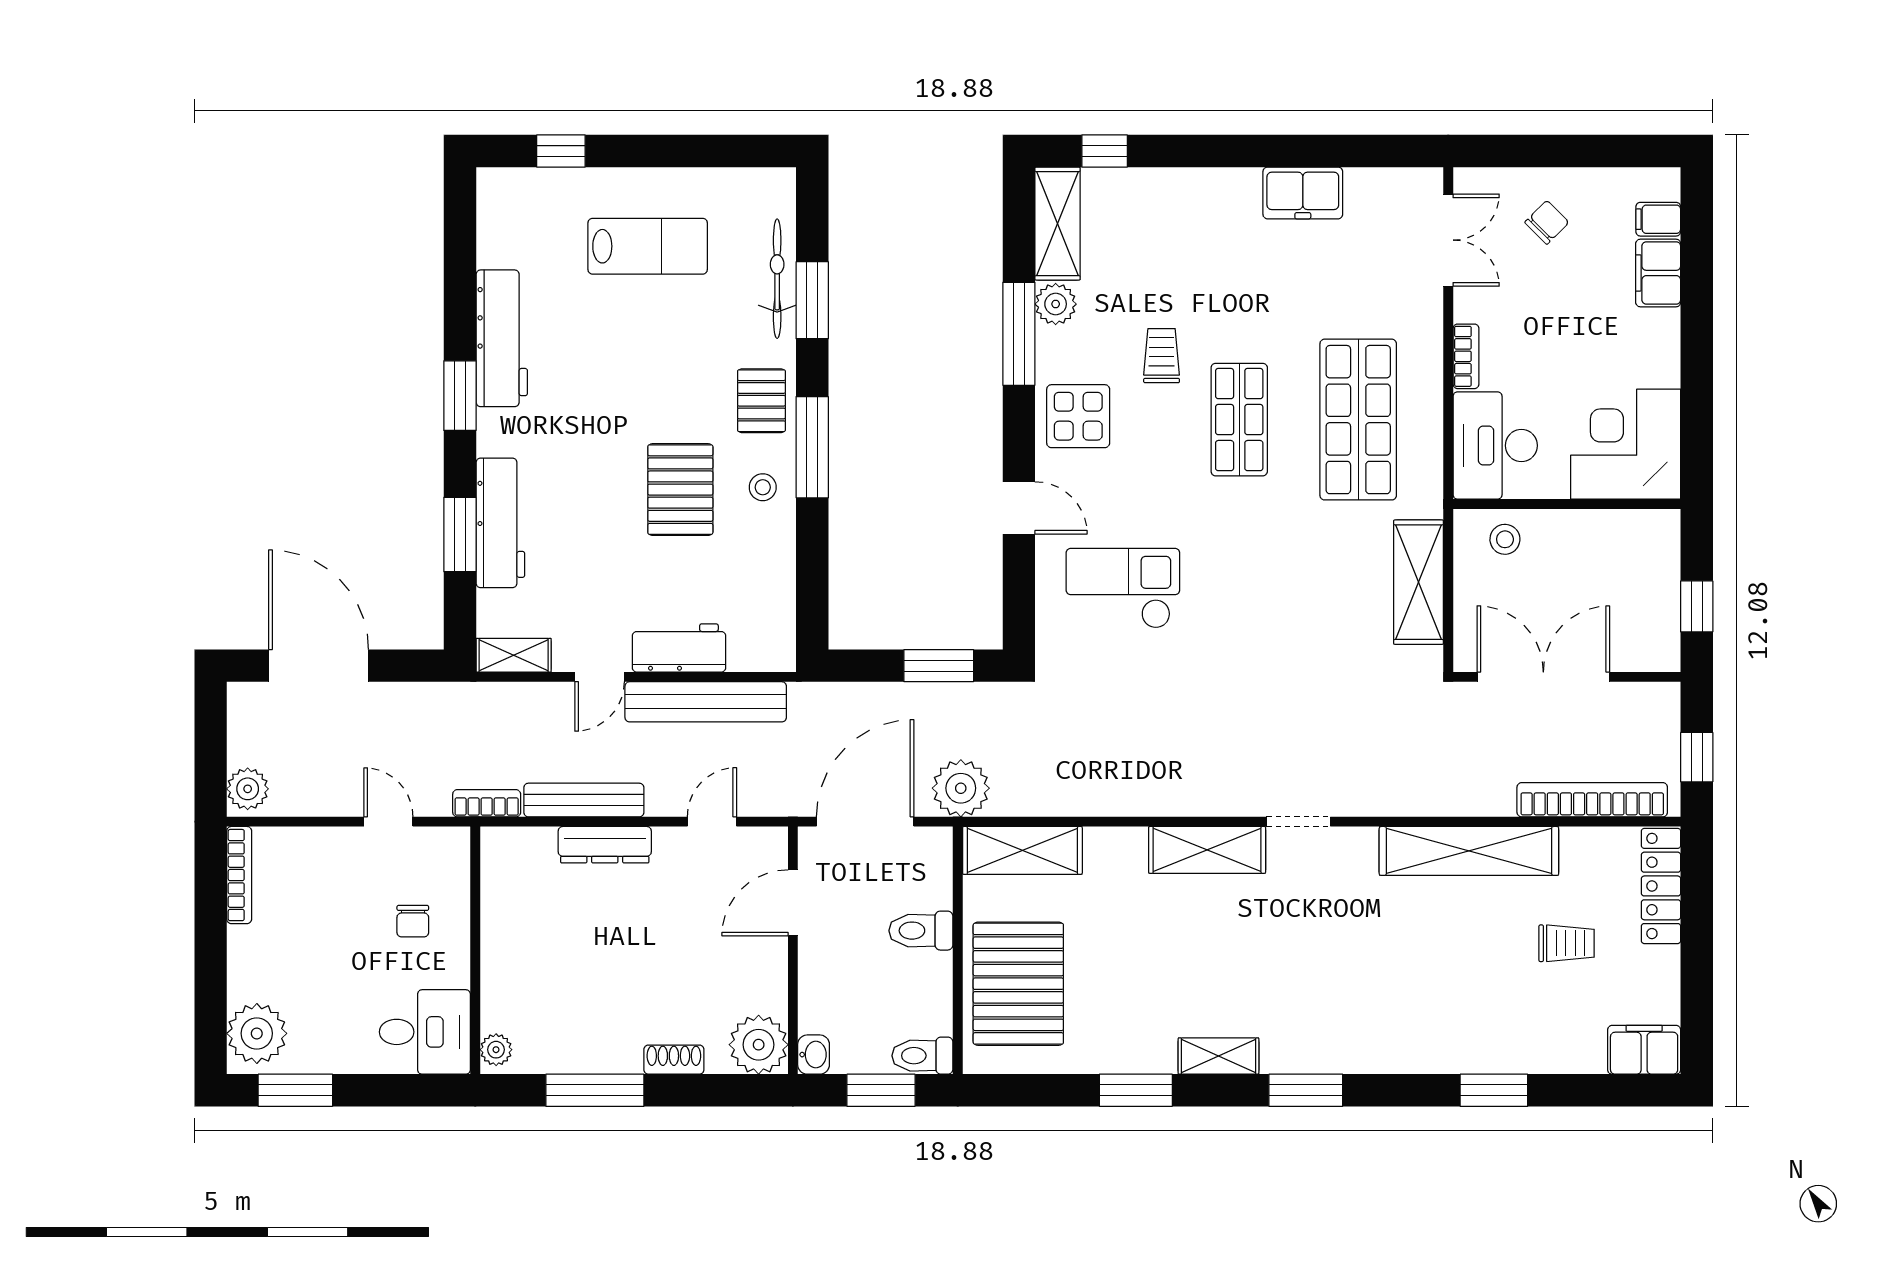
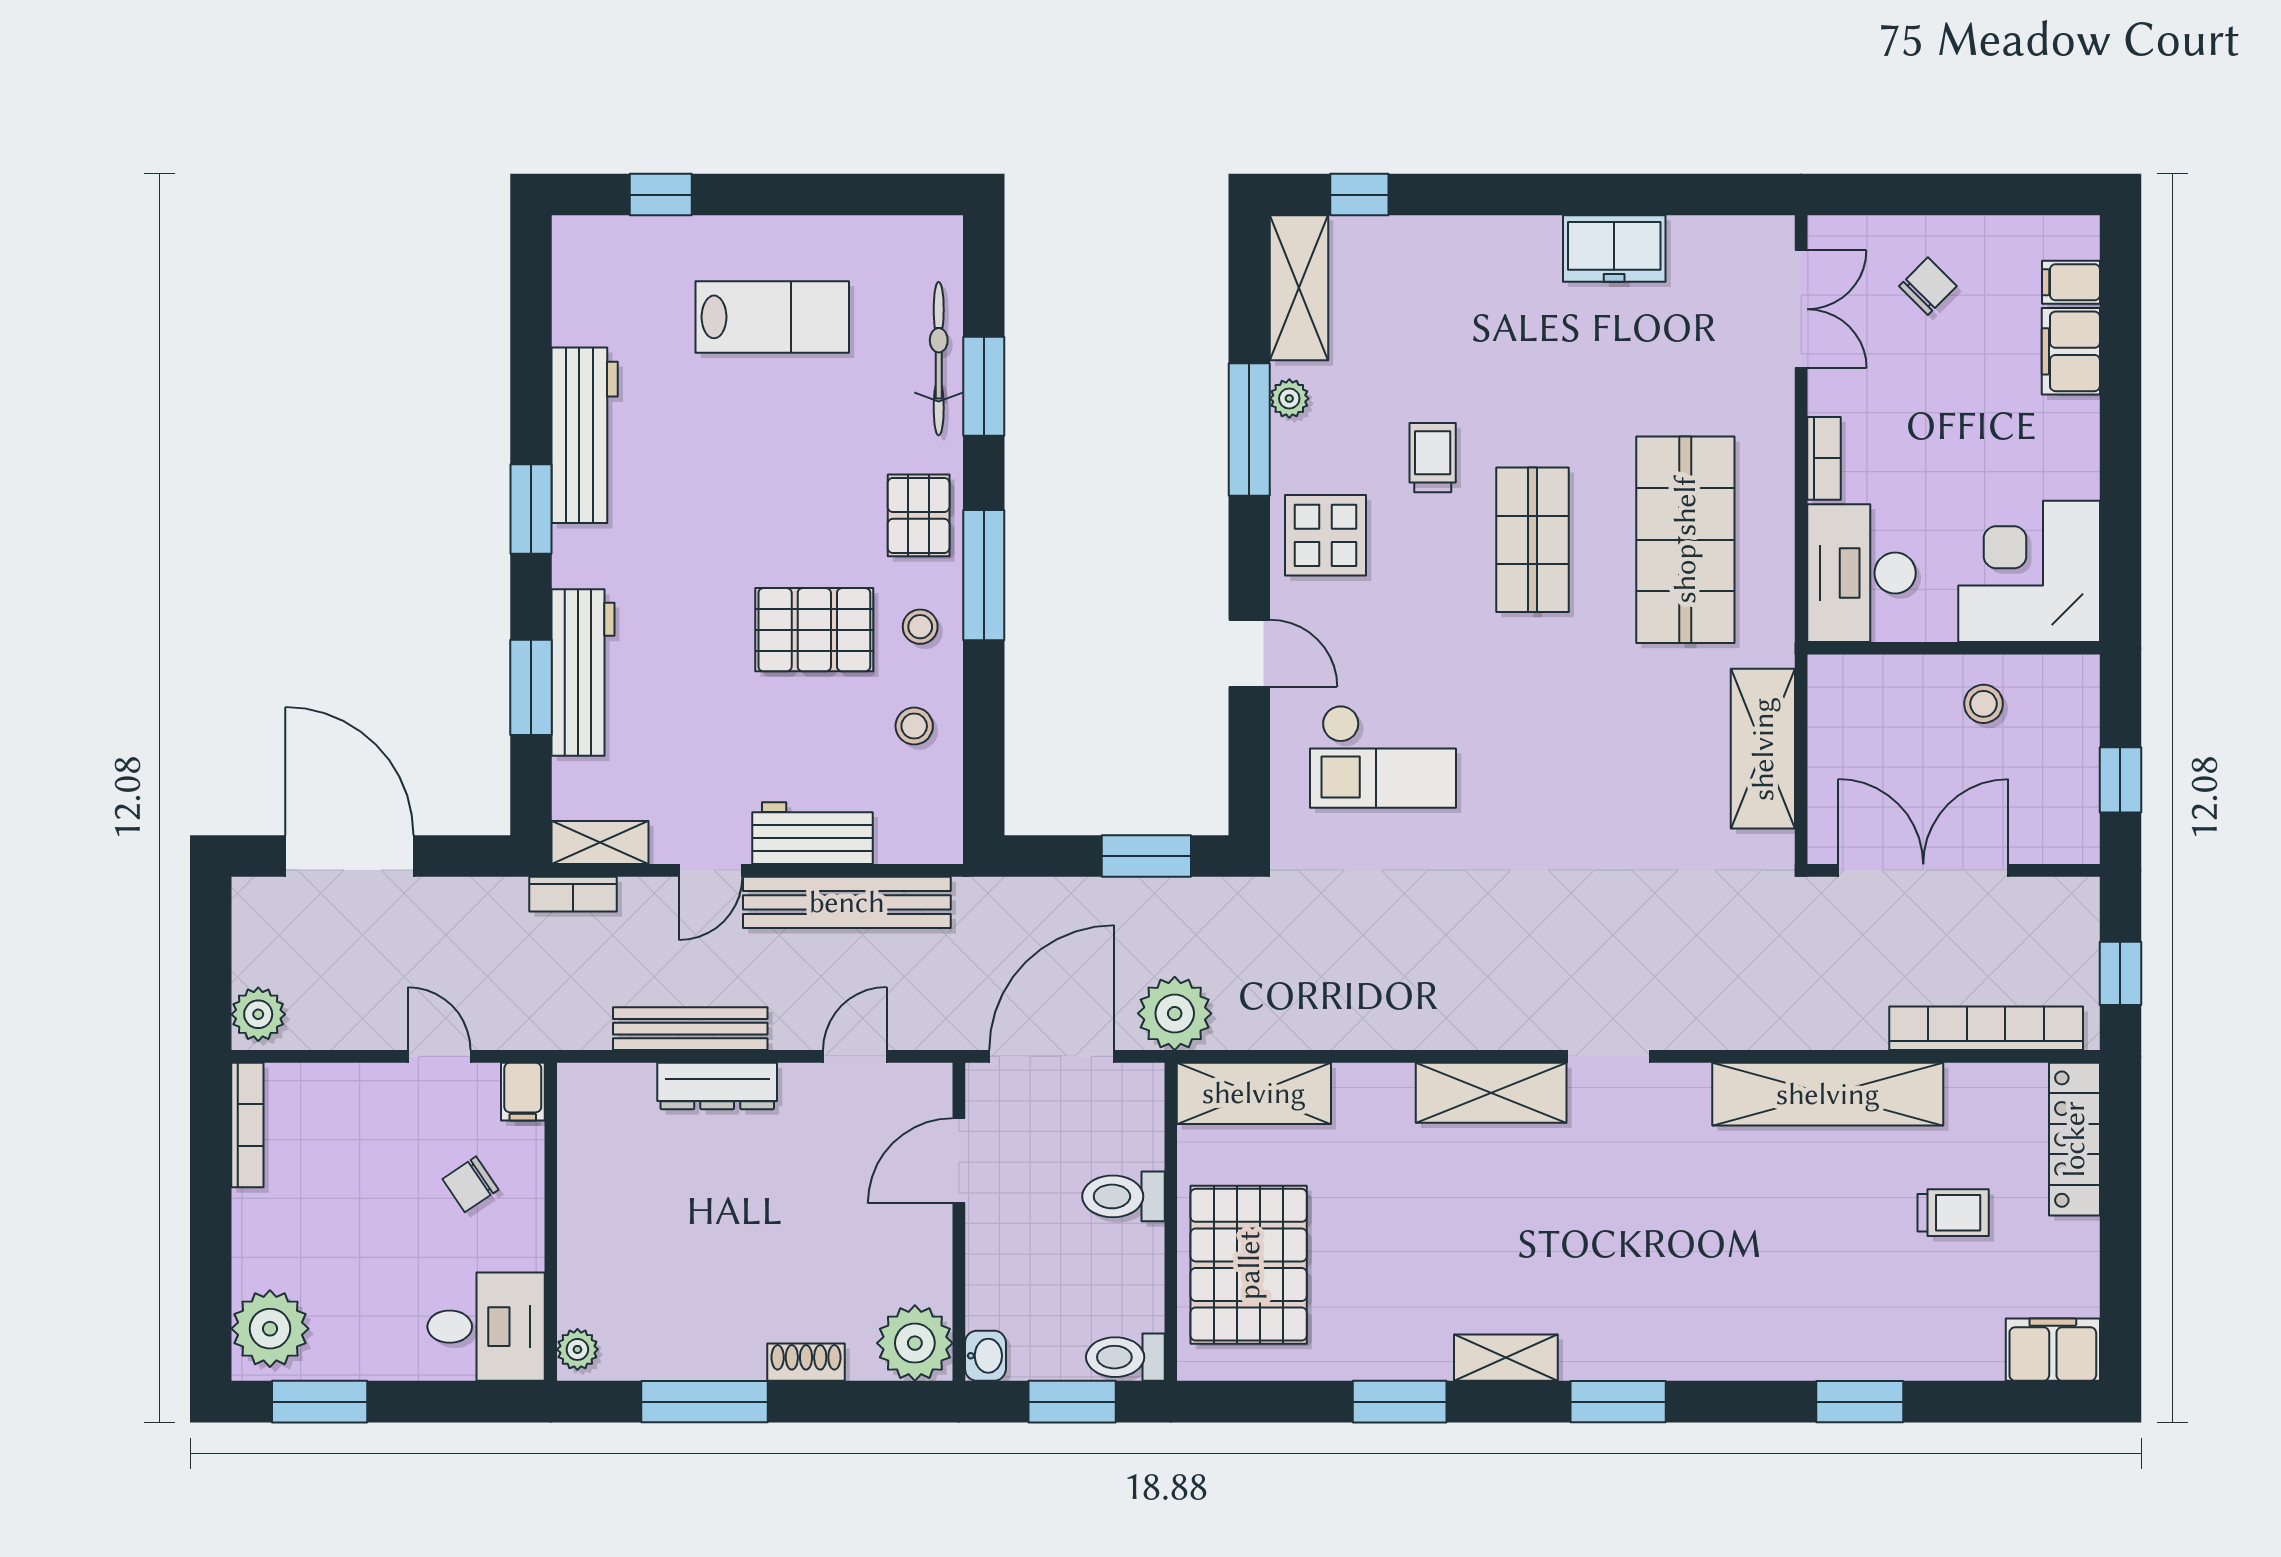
plant: (1056, 304) -> (1289, 398), width x0.73, depth x0.73
pallet: (680, 490) -> (814, 630), turned 90
stool: (1505, 539) -> (1984, 704), moved
stool: (758, 565) -> (914, 726), added
checkout: (1123, 588) -> (1383, 756), turned 180
bookcase: (487, 803) -> (573, 894), moved, turned 180
filing cabinet: (453, 849) -> (523, 1092), added
chair: (413, 921) -> (470, 1184), turned 56

